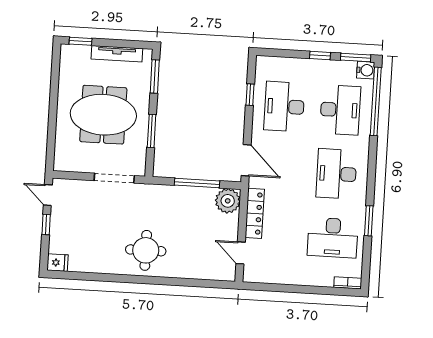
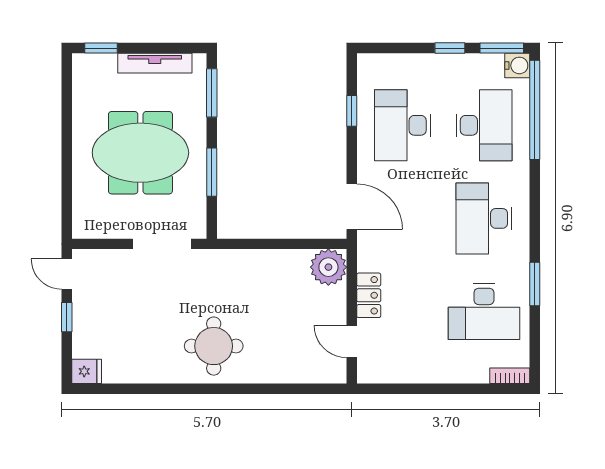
window: (197, 183) -> (282, 244), removed
locker: (255, 213) -> (369, 295), width x0.66

